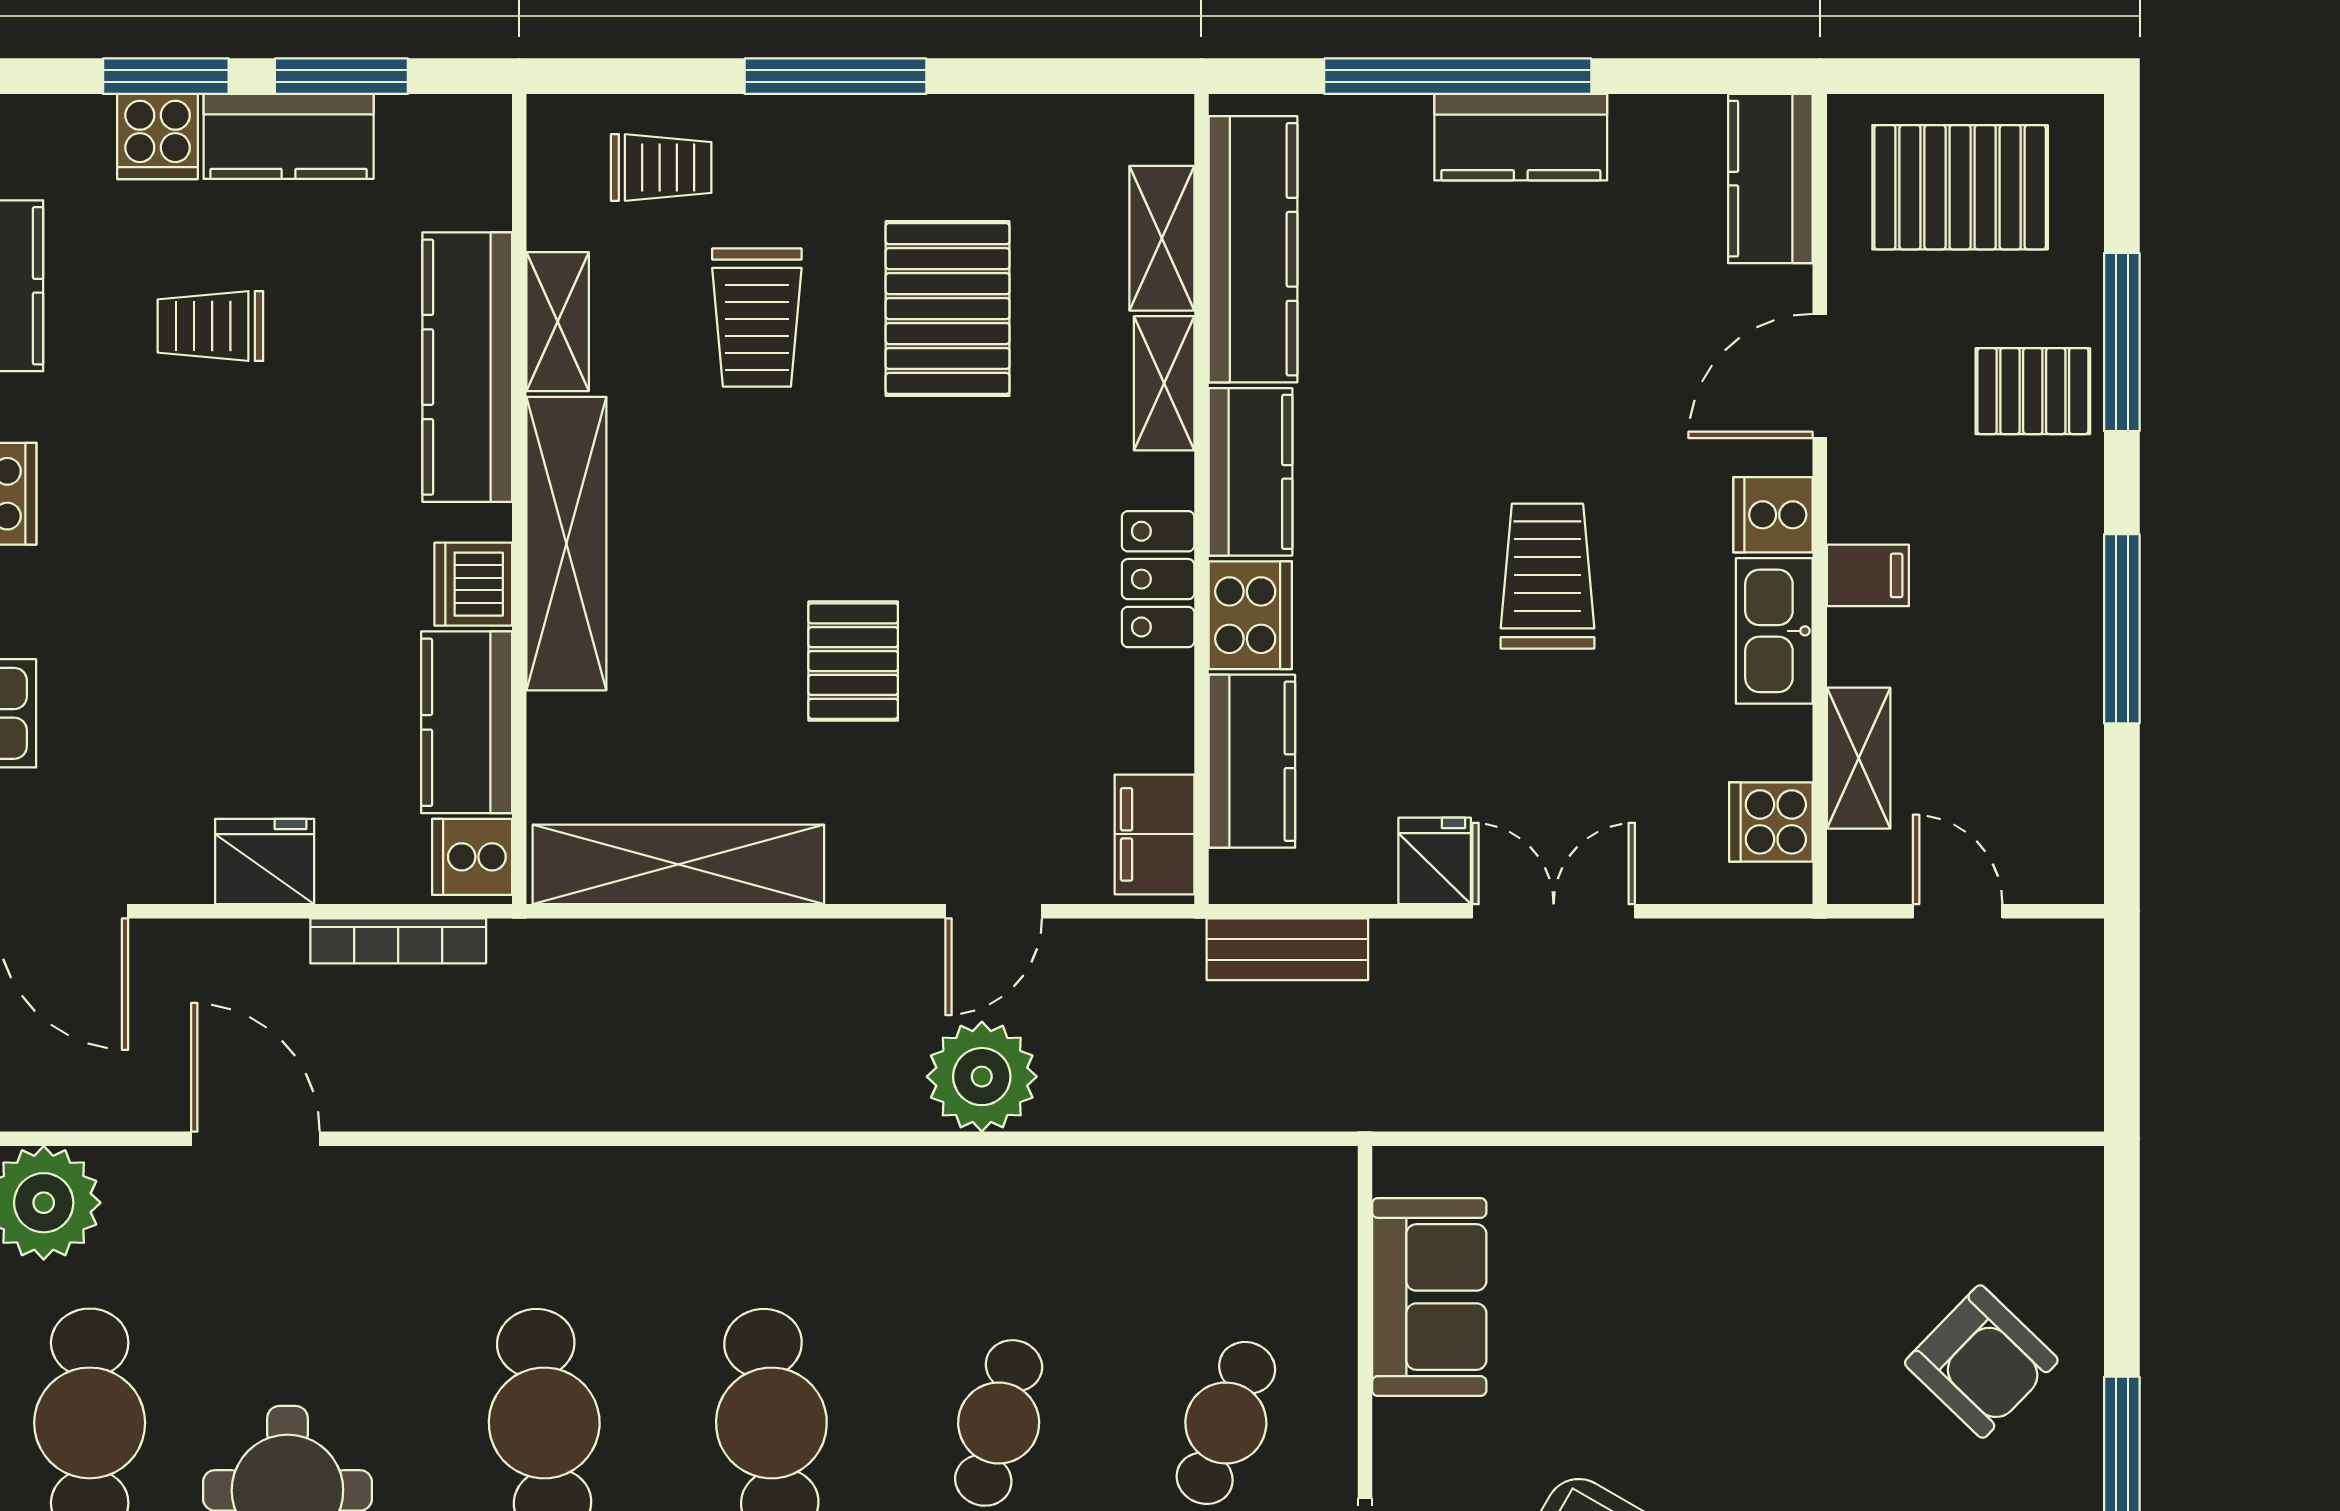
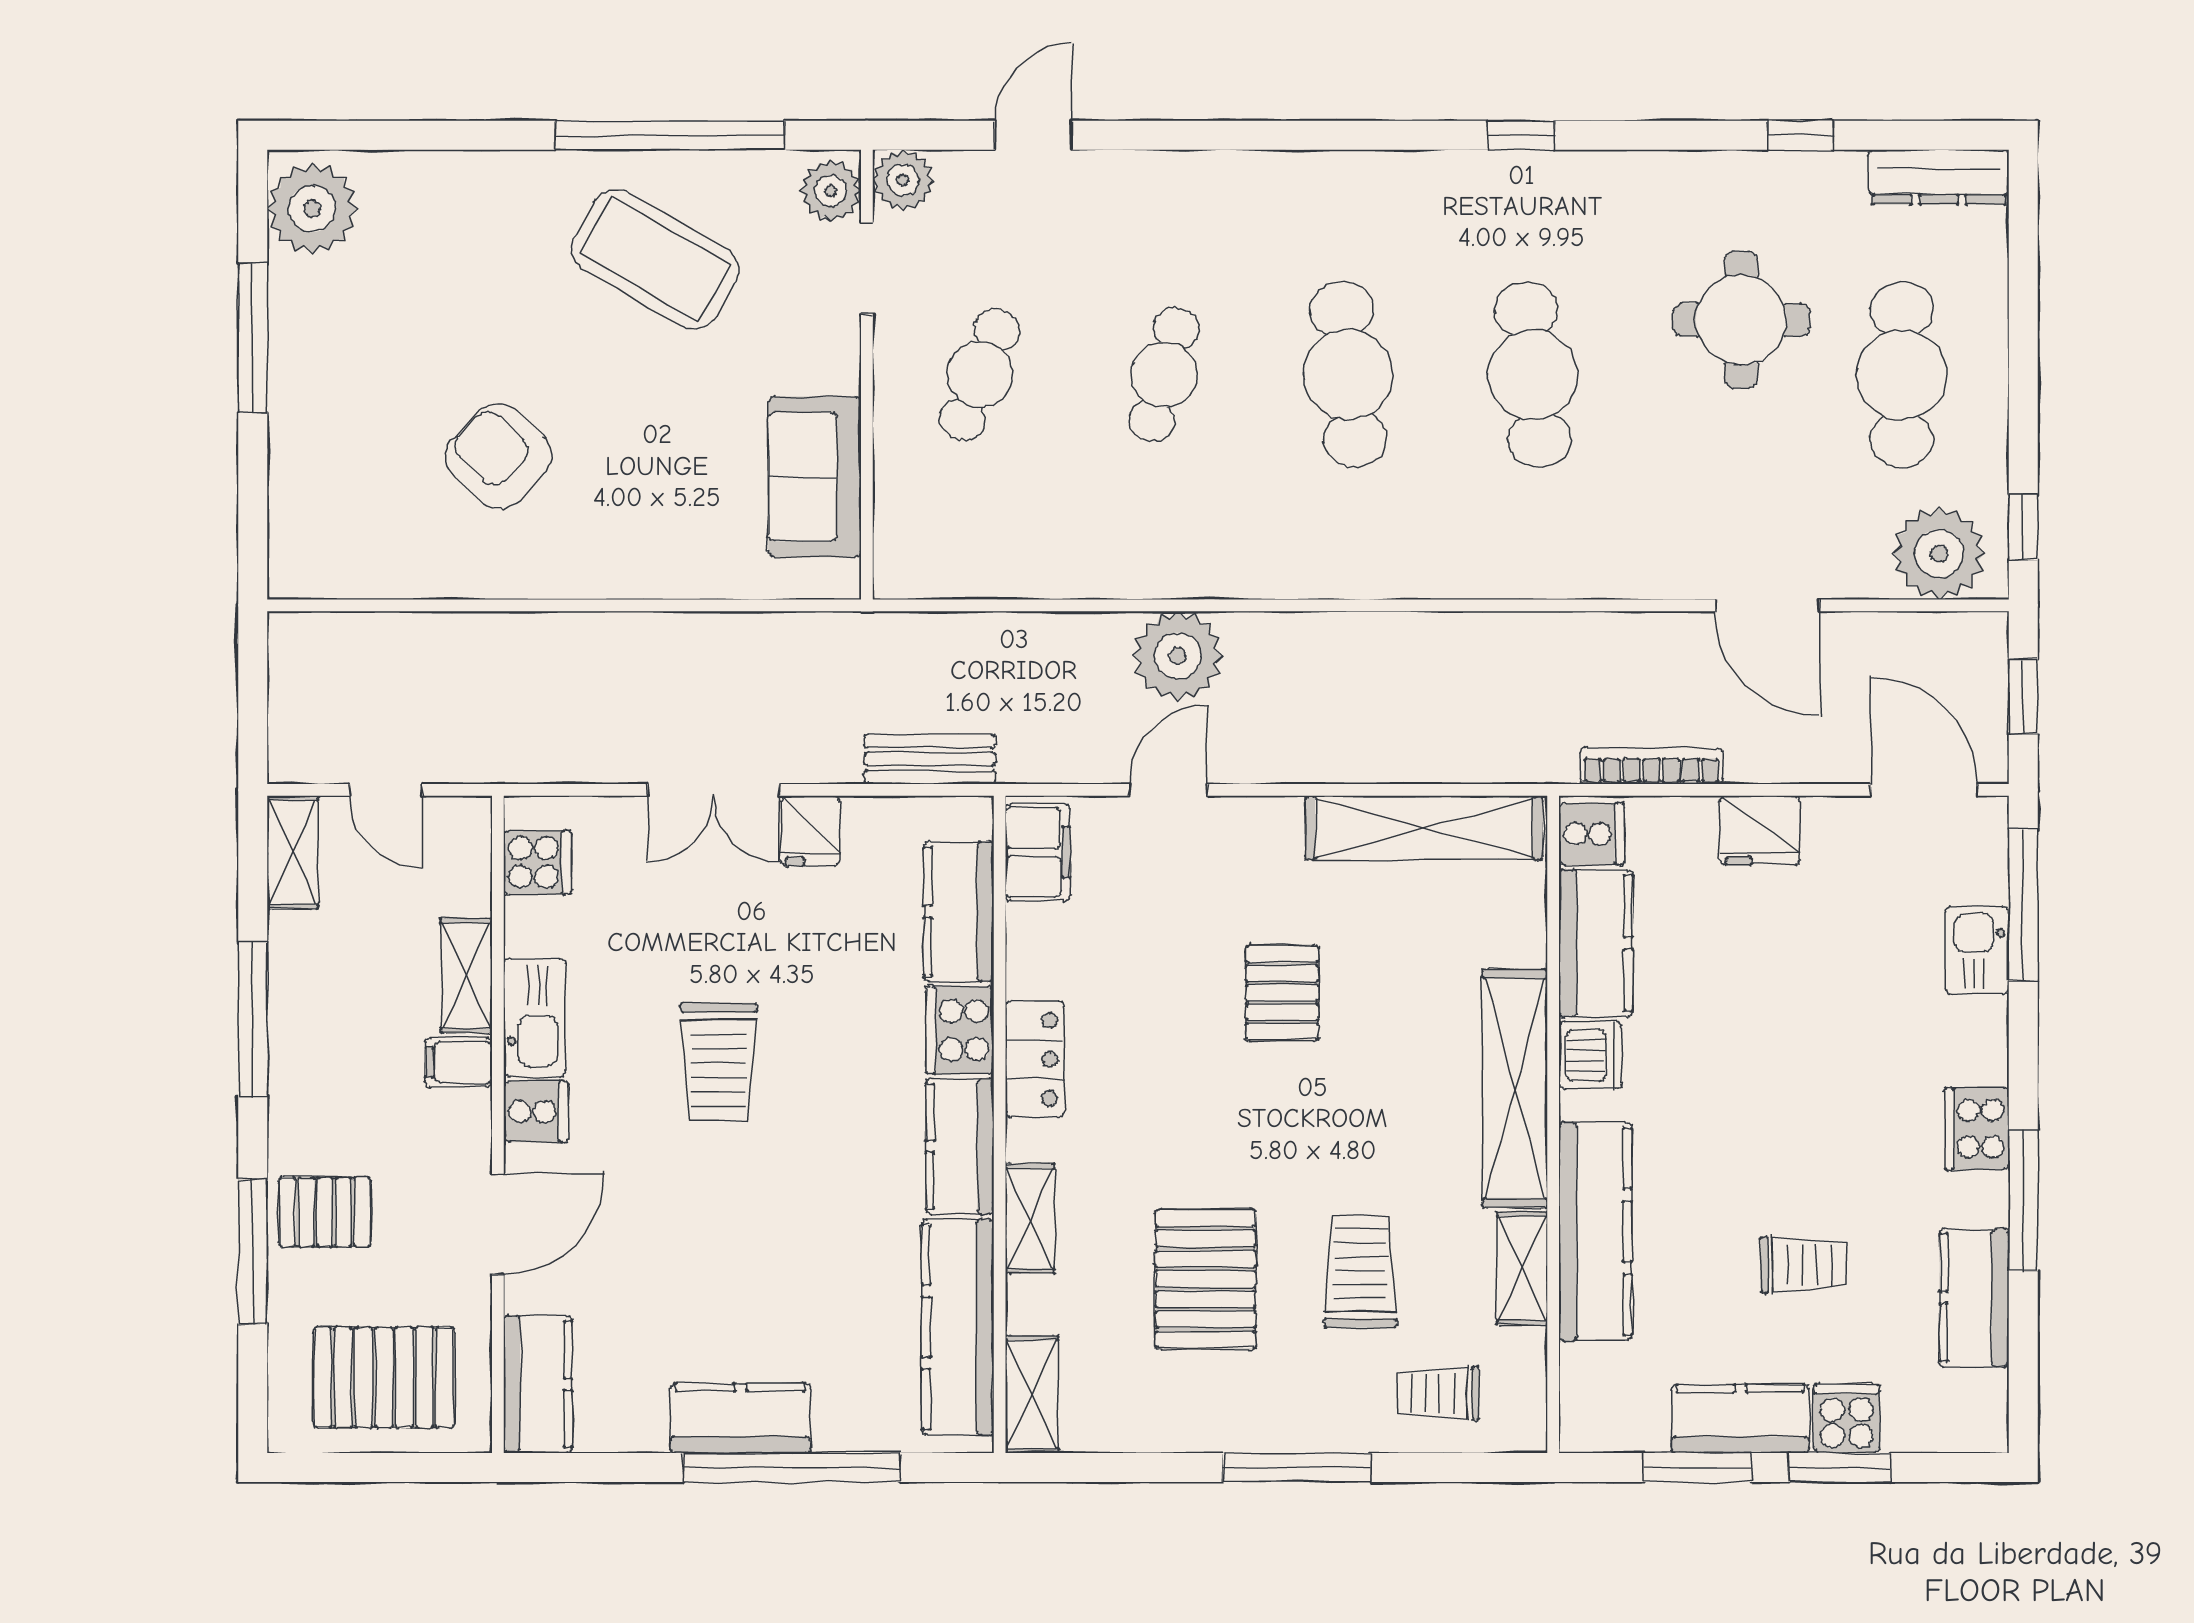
shelving: (1162, 238) -> (1032, 1394), moved
shelving: (1859, 758) -> (466, 976), moved
shelving: (2073, 834) -> (293, 852), added
armchair: (1981, 1362) -> (499, 456), moved

